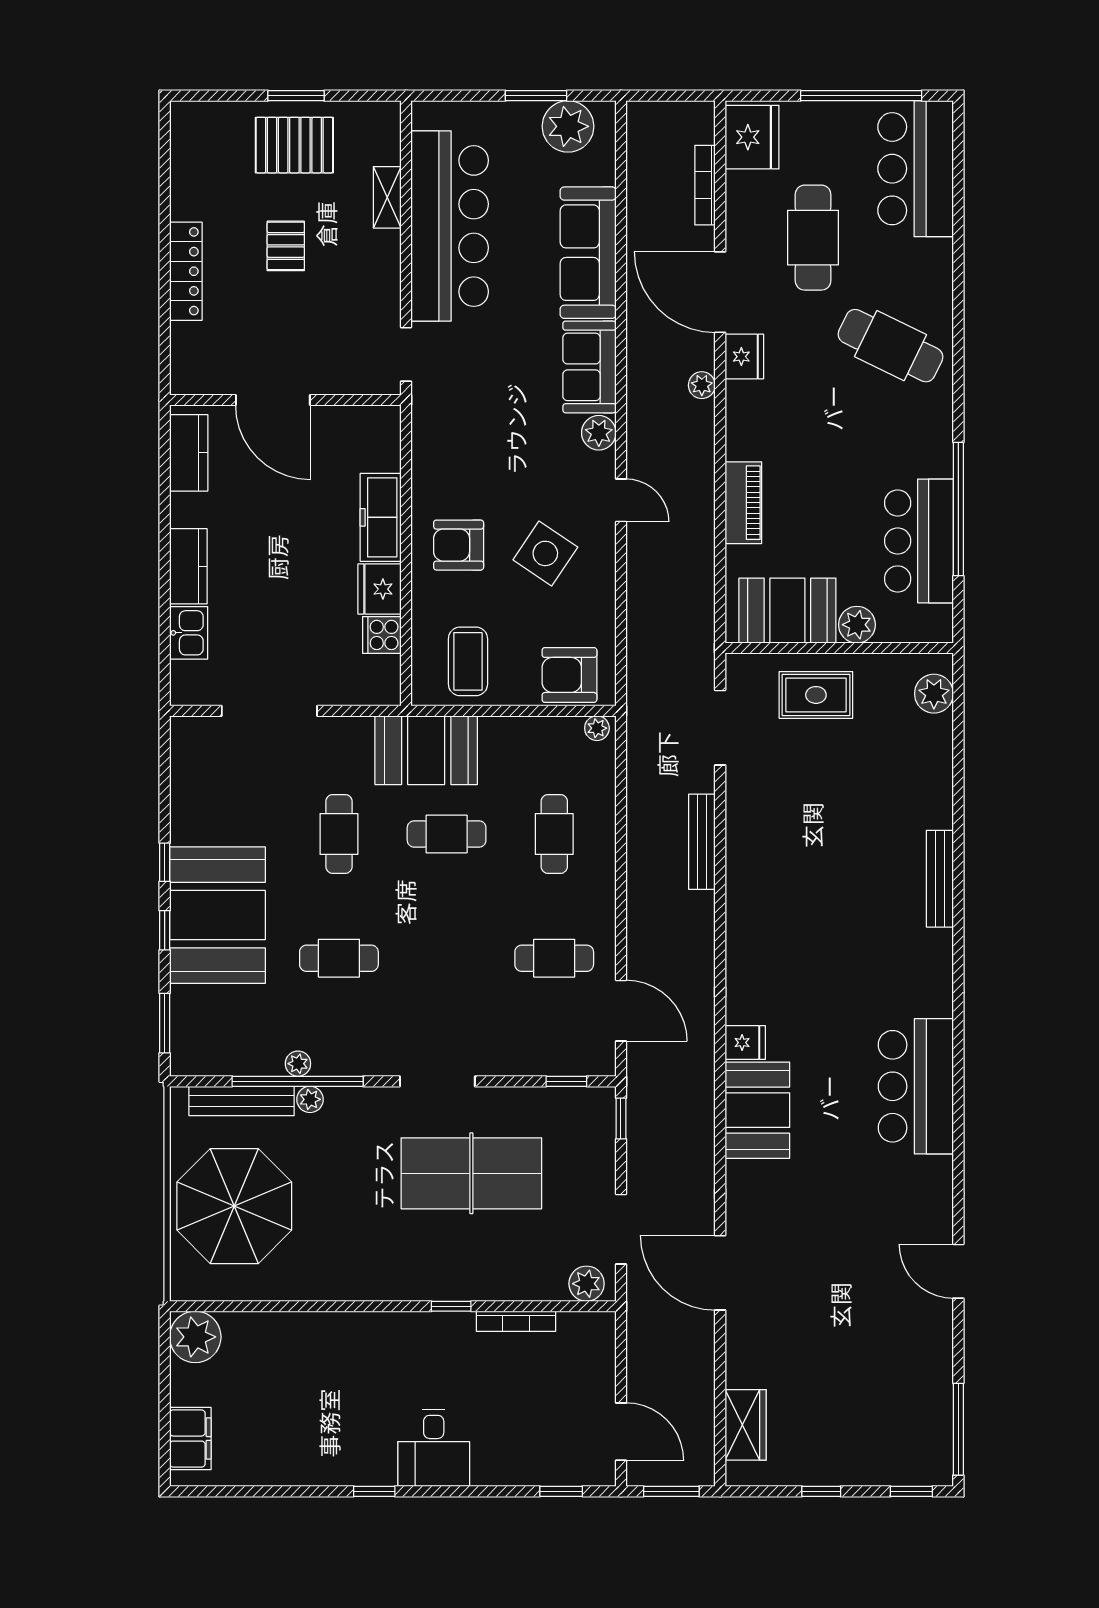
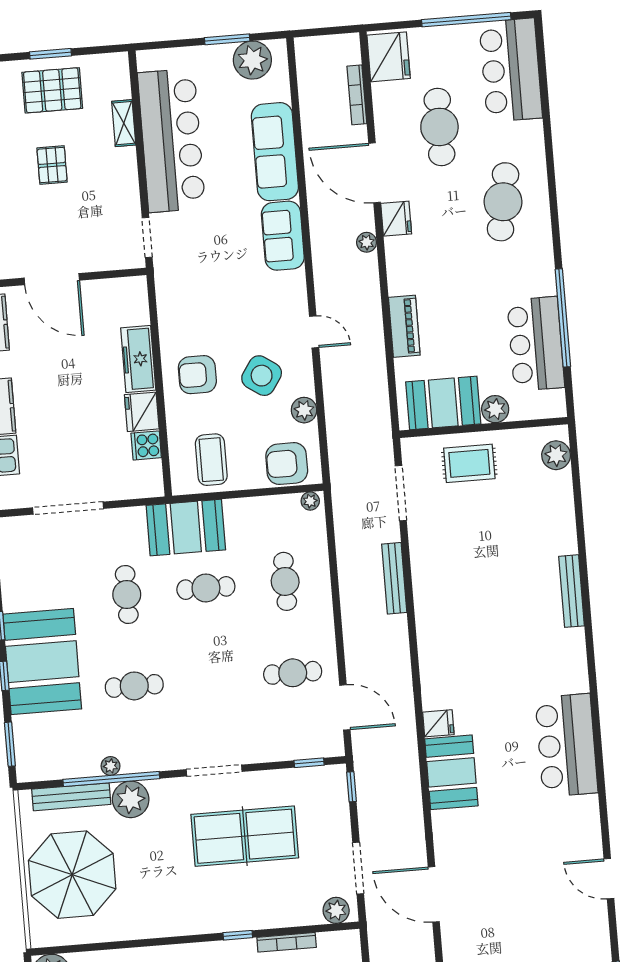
cafe table: (890, 346) -> (503, 202), turned 74
plant: (599, 433) -> (304, 410), moved
plant: (310, 1099) -> (131, 799), width x1.88, depth x1.88

